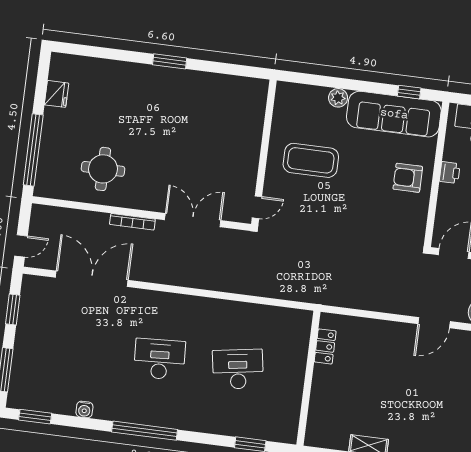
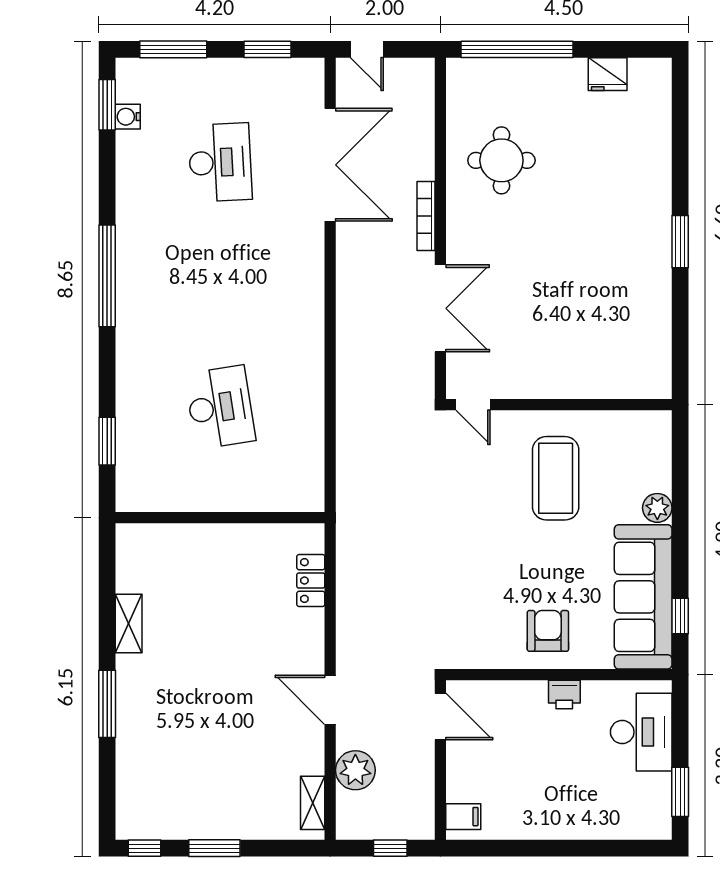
locker: (325, 346) -> (311, 581), moved, turned 90
desk: (160, 359) -> (220, 162), moved
water cooler: (84, 410) -> (128, 117), moved

